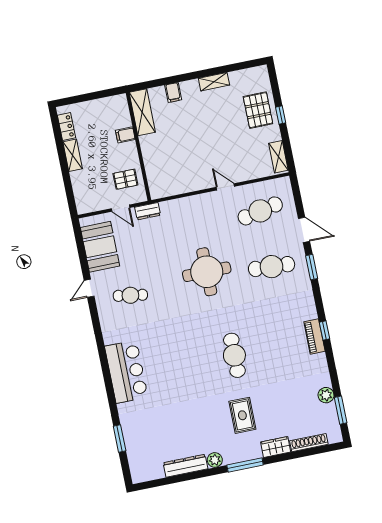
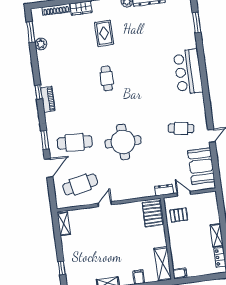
pallet: (258, 110) -> (152, 214), moved
window: (281, 115) -> (62, 268), moved
filing cabinet: (125, 135) -> (180, 273), moved
door: (225, 187) -> (105, 204), swing flipped
door: (304, 230) -> (49, 168), swing flipped
piano: (314, 336) -> (48, 99), moved
cafe table: (234, 355) -> (107, 78), width x0.73, depth x0.74

